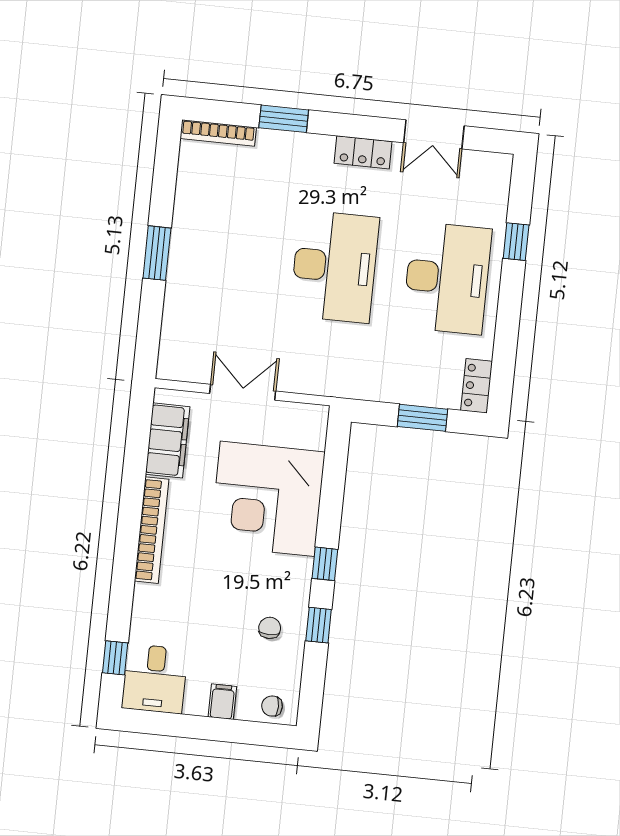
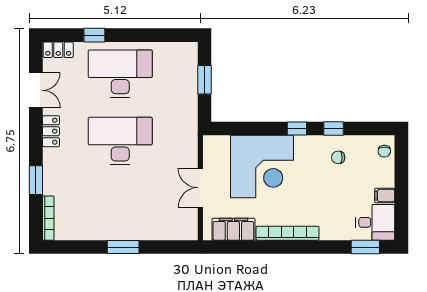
locker: (477, 386) -> (58, 50), moved
window: (115, 658) -> (365, 247), width x1.50
filing cabinet: (222, 702) -> (385, 196), moved

